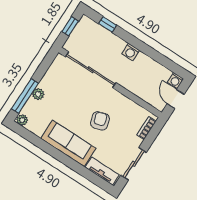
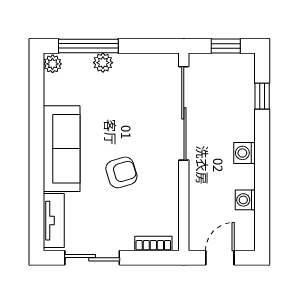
washing machine: (175, 81) -> (245, 200), moved

